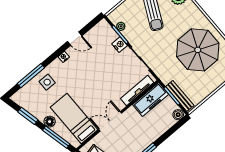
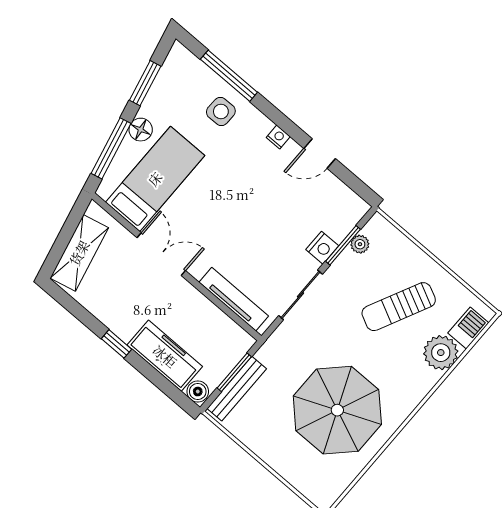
door: (75, 39) -> (320, 154), hinge flipped
freezer: (151, 99) -> (165, 356), moved, turned 180

